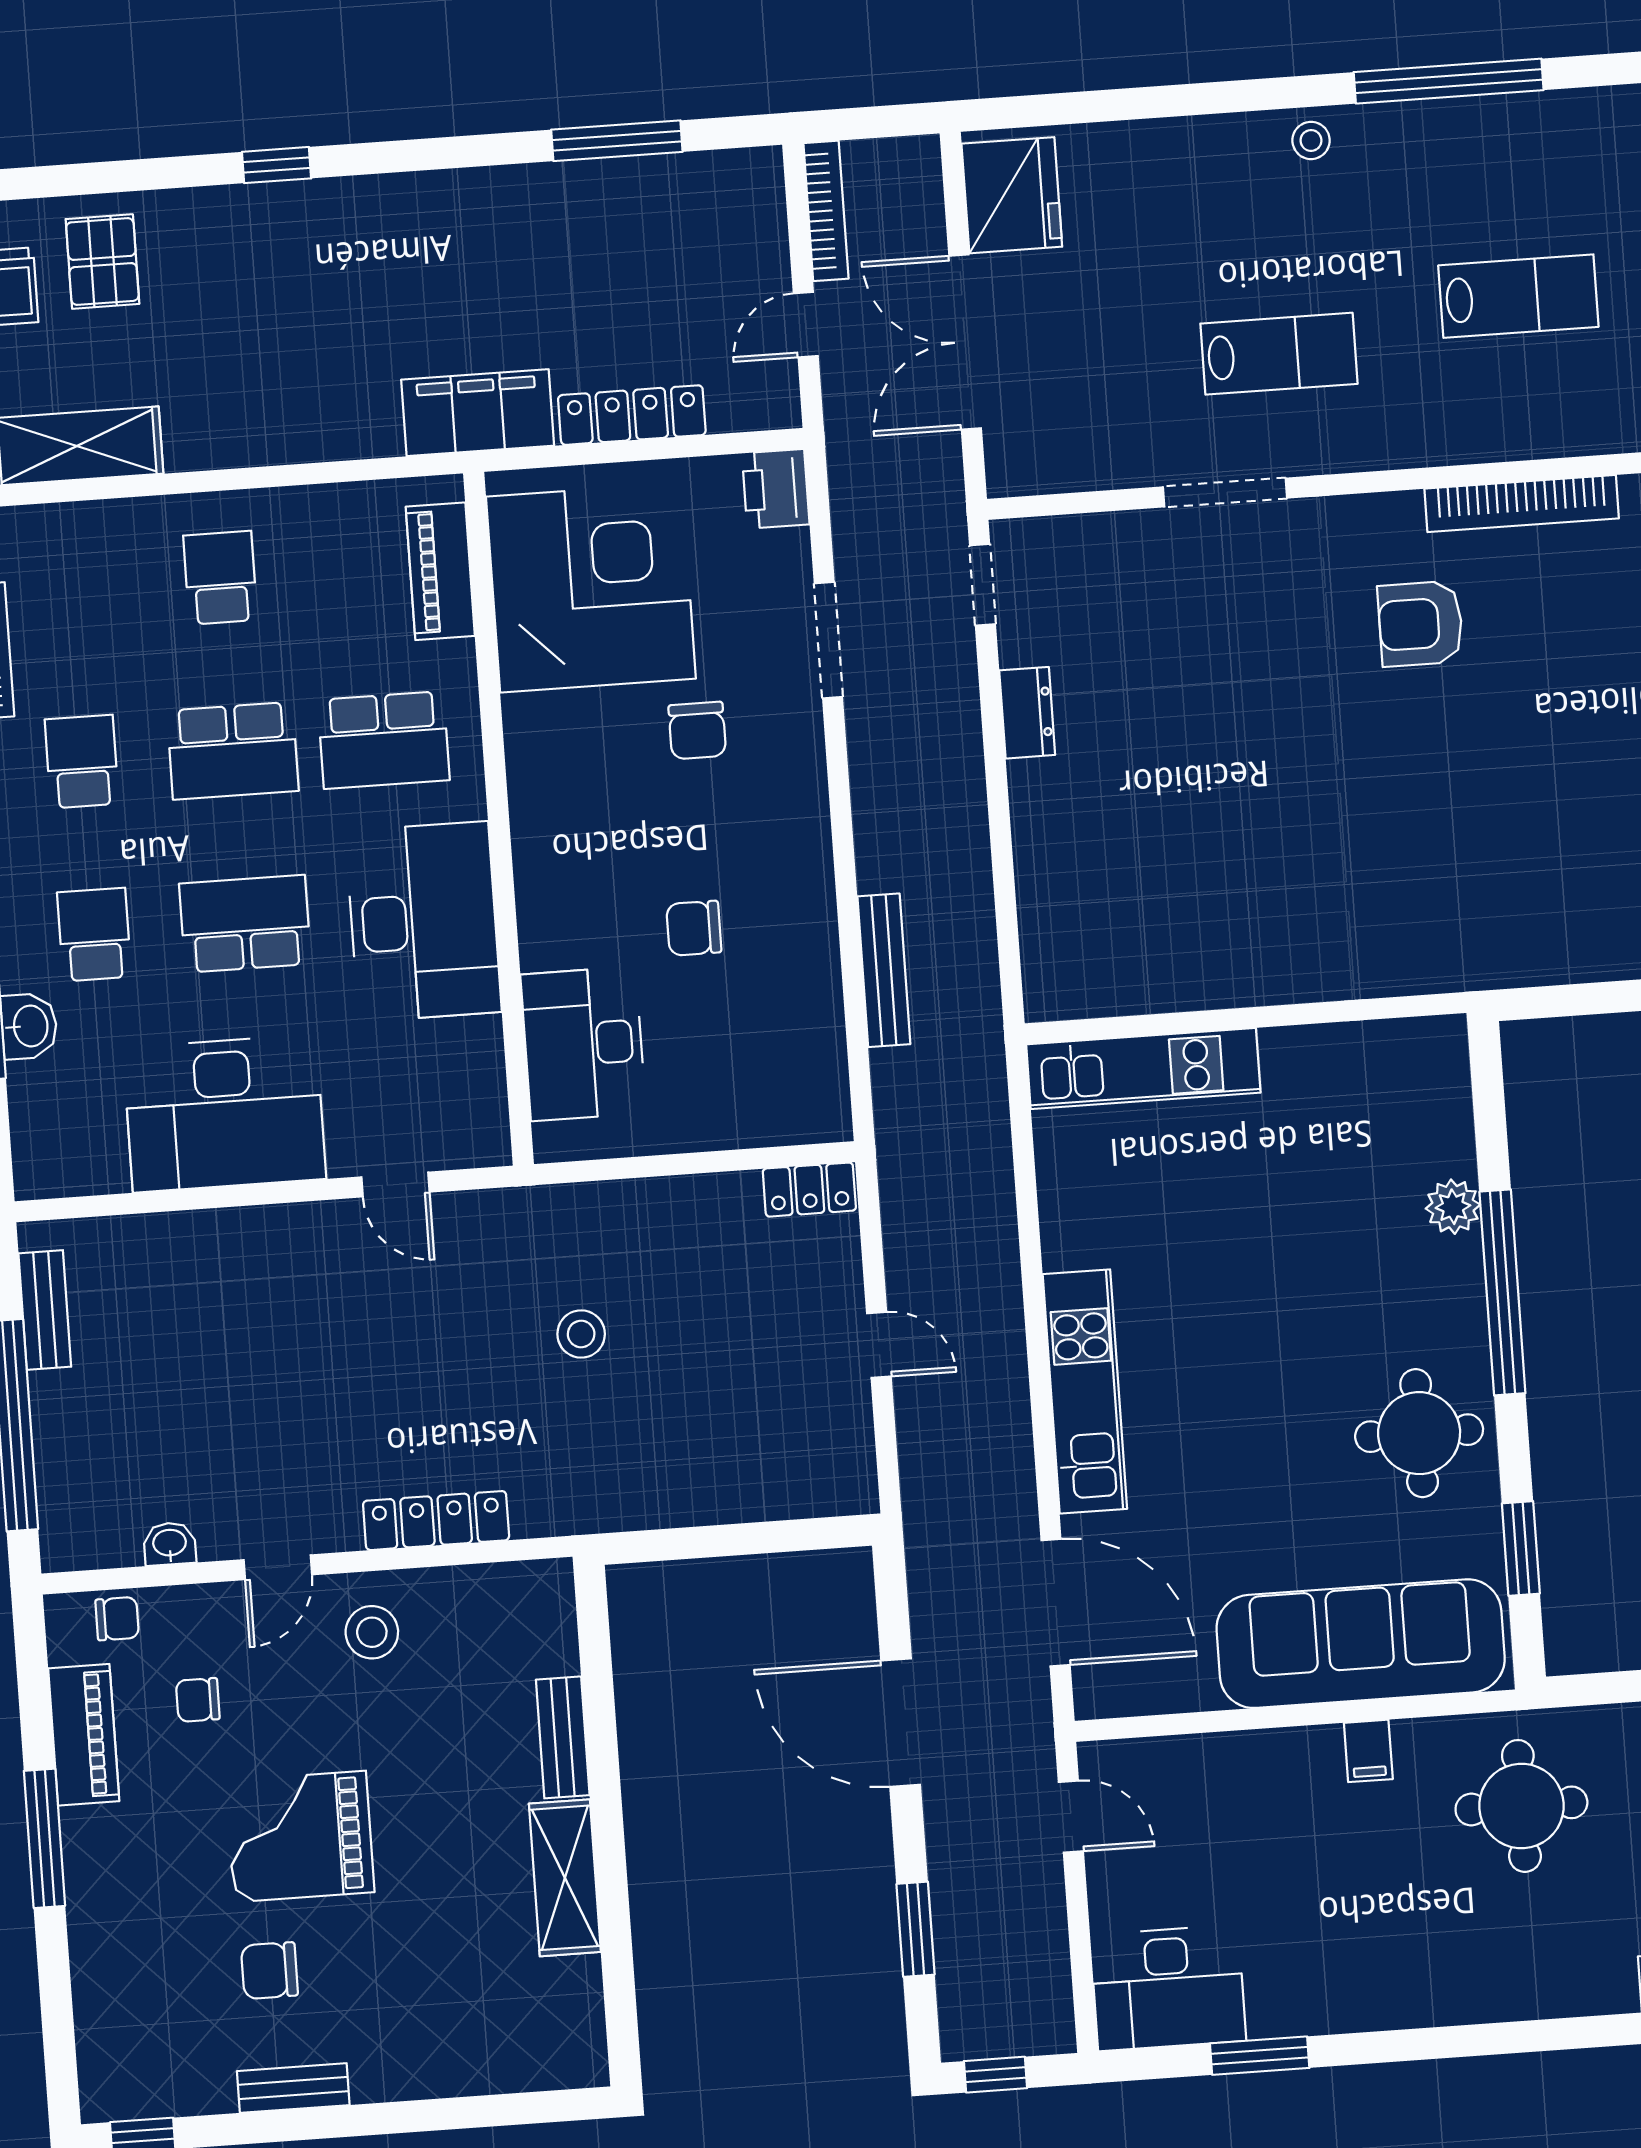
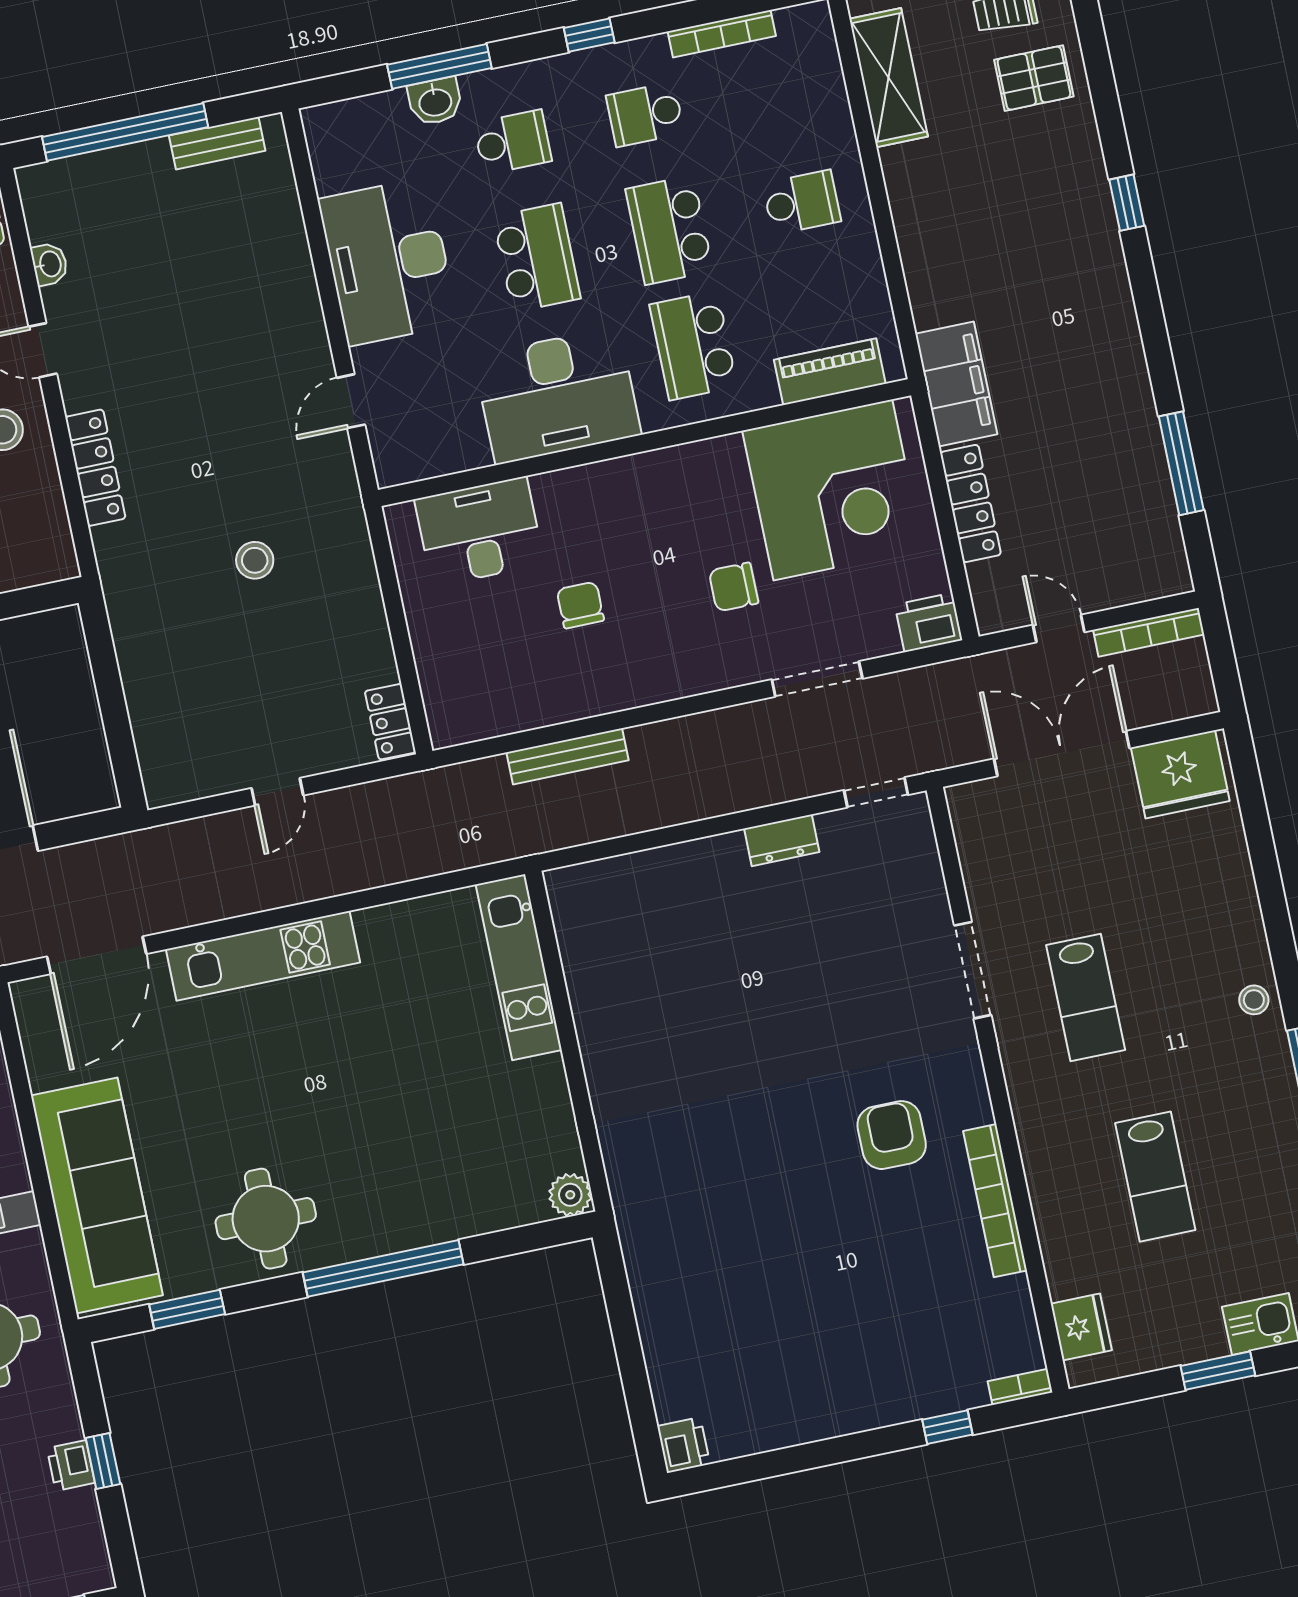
school desk: (82, 762) -> (645, 114), turned 180
plant: (1453, 1207) -> (570, 1195), moved

